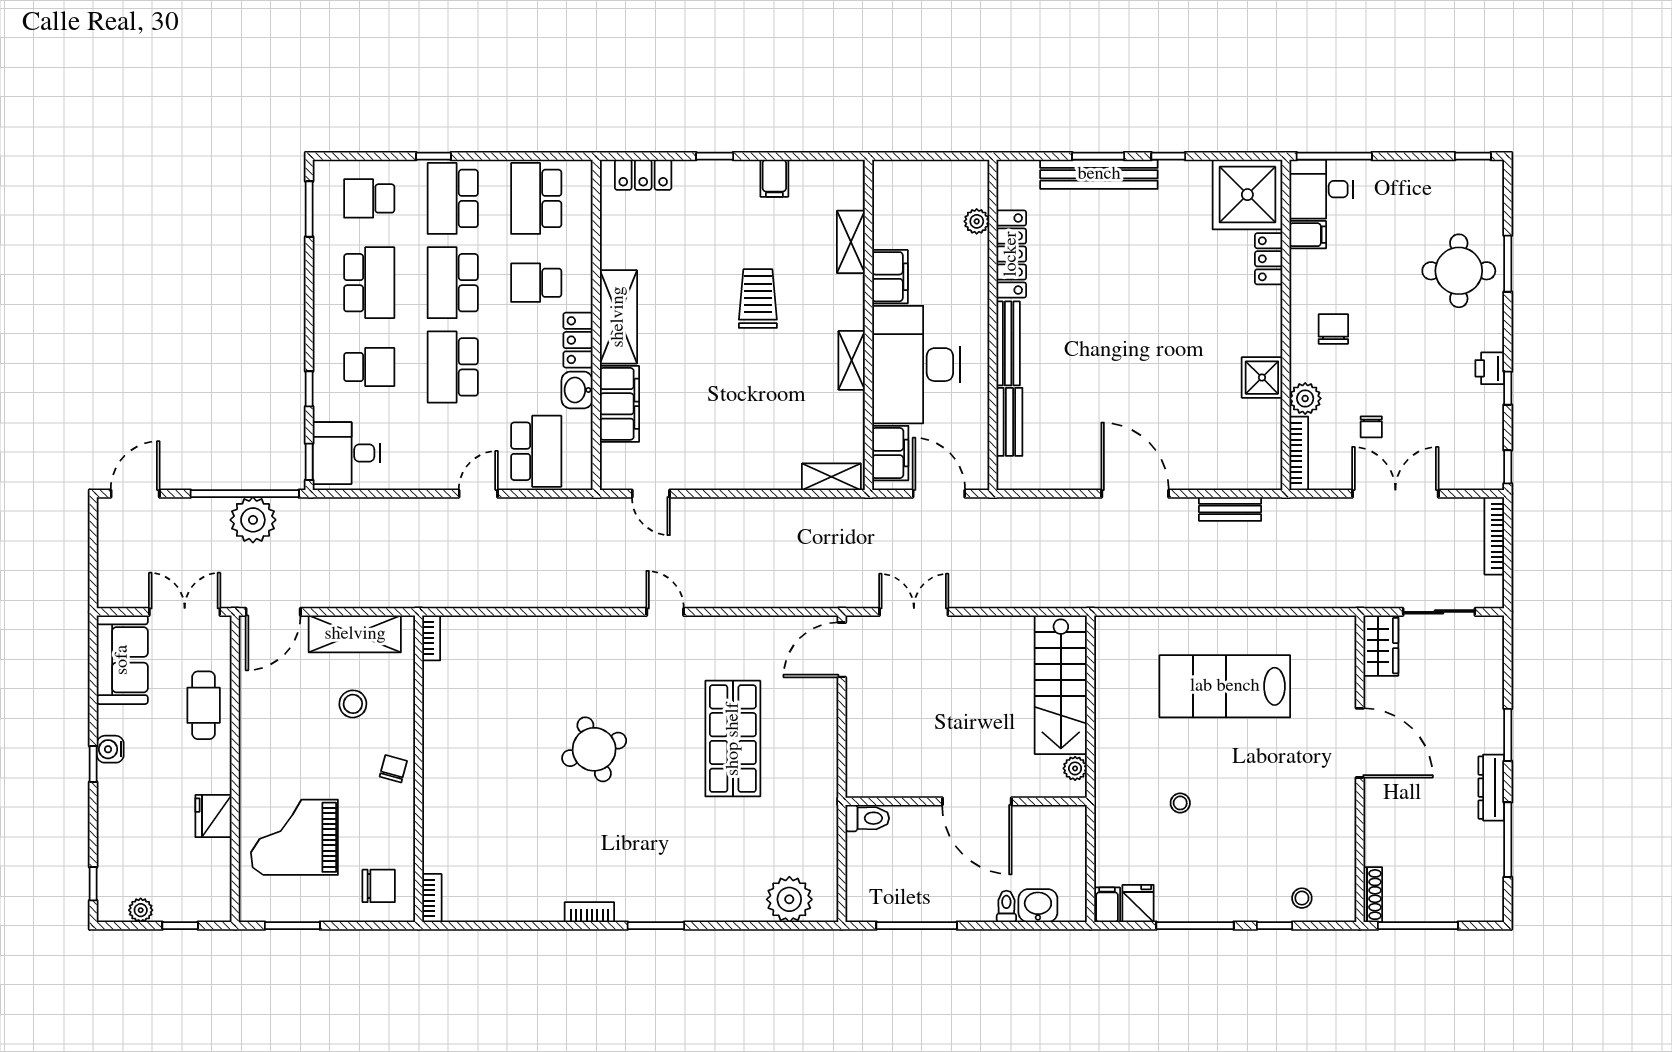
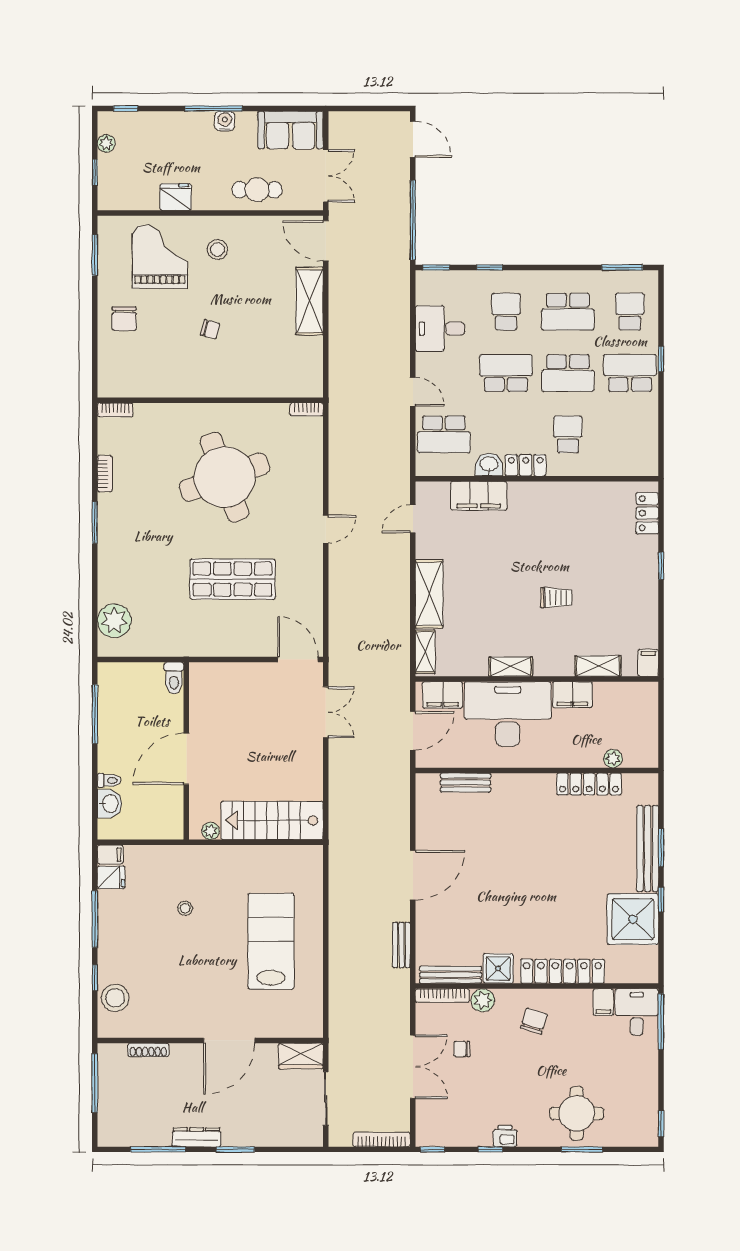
filing cabinet: (774, 178) -> (648, 663), moved, turned 90
shower: (1247, 195) -> (633, 919), moved
school desk: (536, 198) -> (630, 434), removed
locker: (1269, 259) -> (562, 971), width x2.16, depth x1.21
school desk: (453, 283) -> (568, 373), turned 180
trolley: (758, 298) -> (556, 598), width x0.73, depth x0.72
shelving: (618, 317) -> (429, 594), moved, turned 90
chair: (1333, 329) -> (534, 1021), turned -73
bench: (1008, 343) -> (451, 975), moved
school desk: (369, 367) -> (506, 312), turned 180
desk: (346, 453) -> (440, 329), moved, turned -90
plant: (253, 520) -> (393, 226), removed
bookcase: (431, 638) -> (307, 410), moved
stool: (353, 704) -> (218, 250), moved
round table: (594, 749) -> (225, 477), width x1.86, depth x1.86
window: (93, 764) -> (214, 108), width x2.17
wall: (419, 769) -> (210, 400), moved
shoe rack: (1373, 895) -> (148, 1050), moved
bookcase: (432, 898) -> (115, 410), moved
stool: (1302, 898) -> (115, 998), width x1.89, depth x1.89

